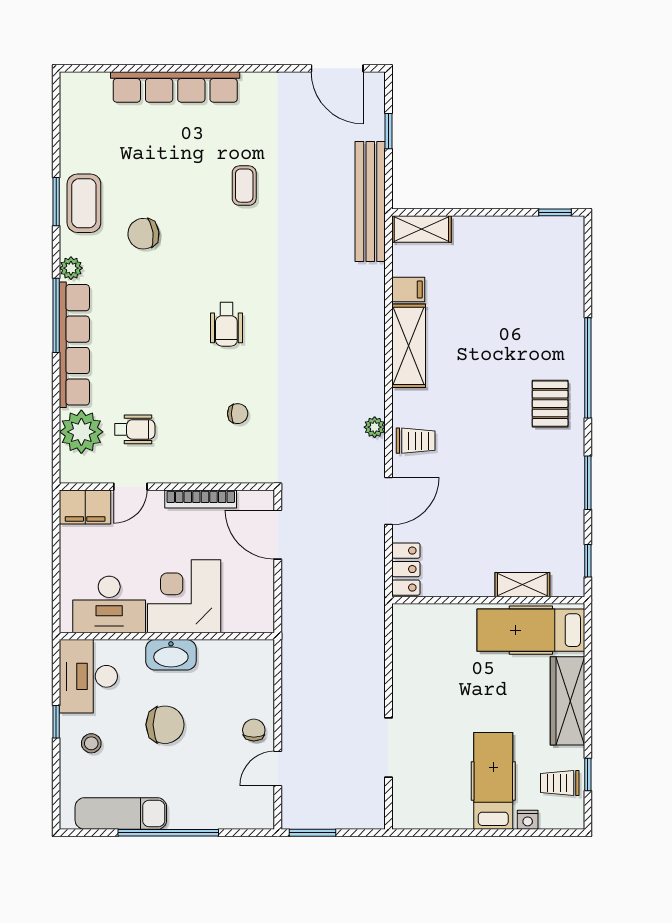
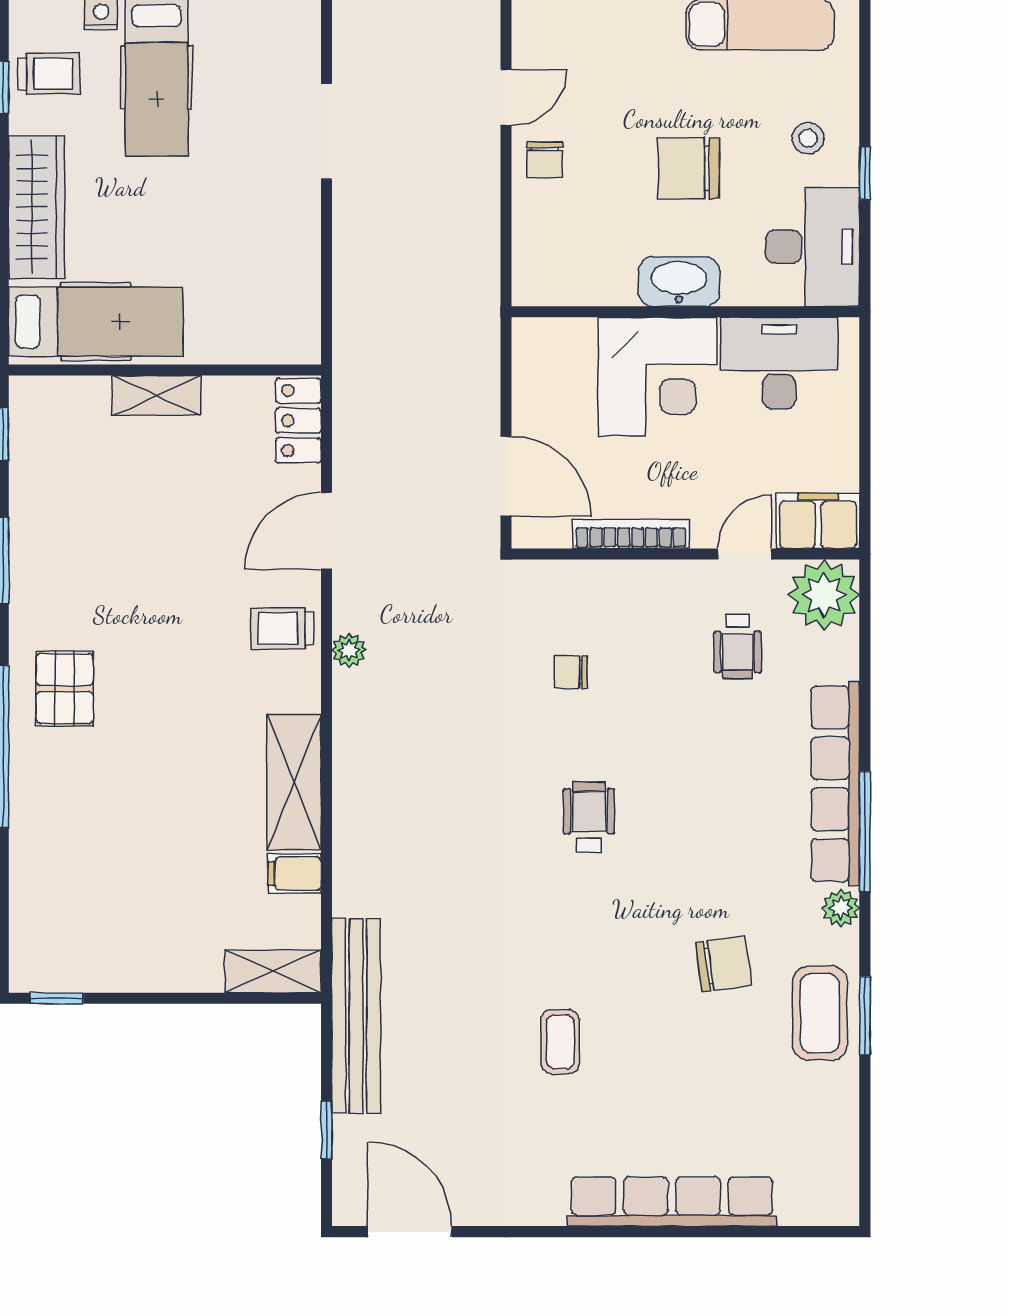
wheelchair: (135, 429) -> (737, 647), turned -90
plant: (81, 432) -> (824, 595), moved
shelving: (522, 585) -> (157, 395), moved

